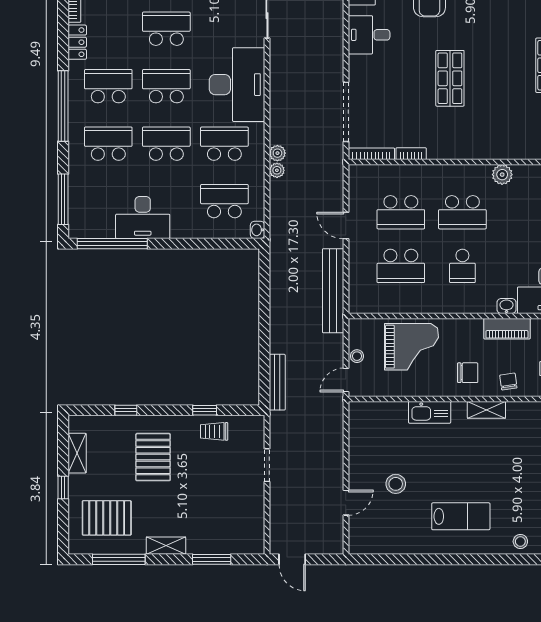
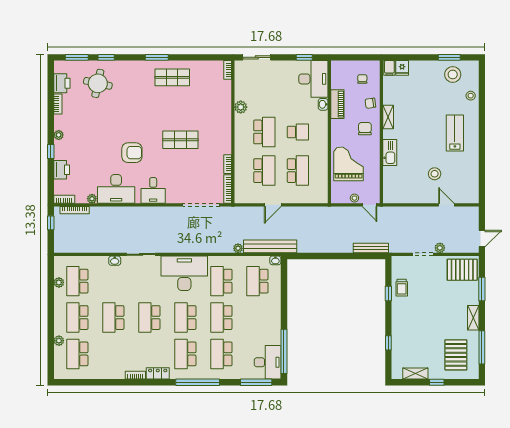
plant: (277, 153) -> (440, 248), moved
desk: (143, 217) -> (268, 362), moved
bench: (333, 291) -> (270, 246), moved
pallet: (153, 457) -> (462, 270), moved

